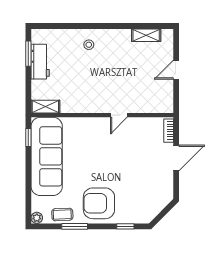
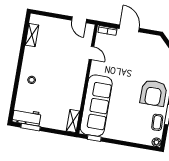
workbench: (40, 62) -> (26, 117), moved
door: (176, 70) -> (79, 20), moved
door: (119, 115) -> (91, 53), moved
sofa: (47, 156) -> (96, 106), moved, turned 90

